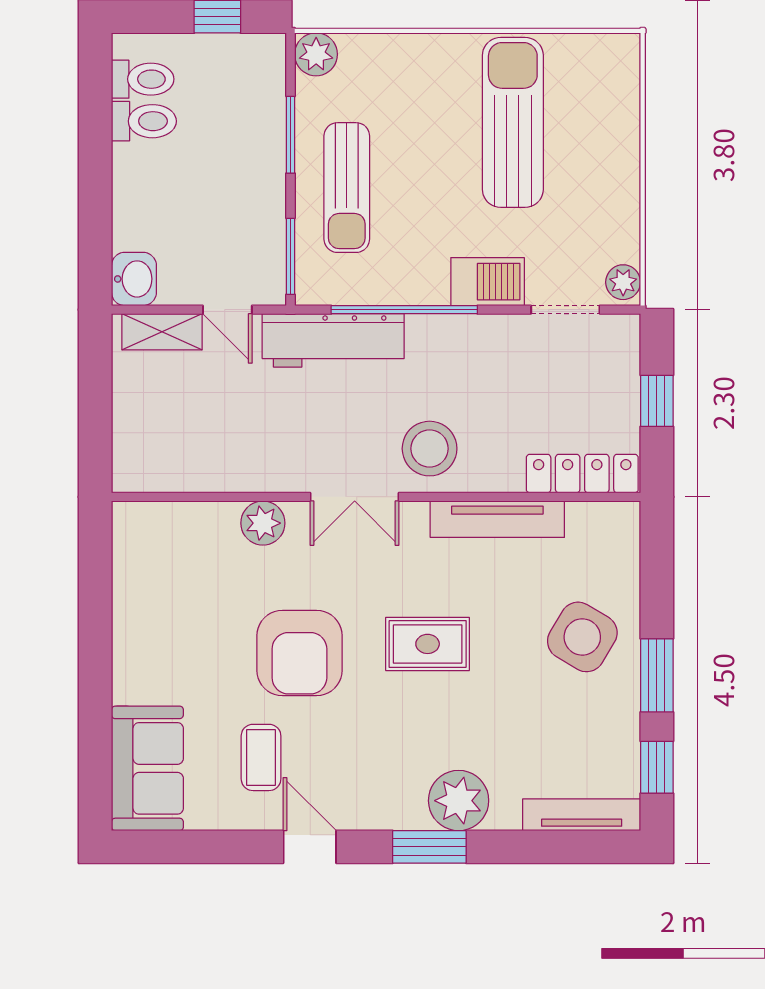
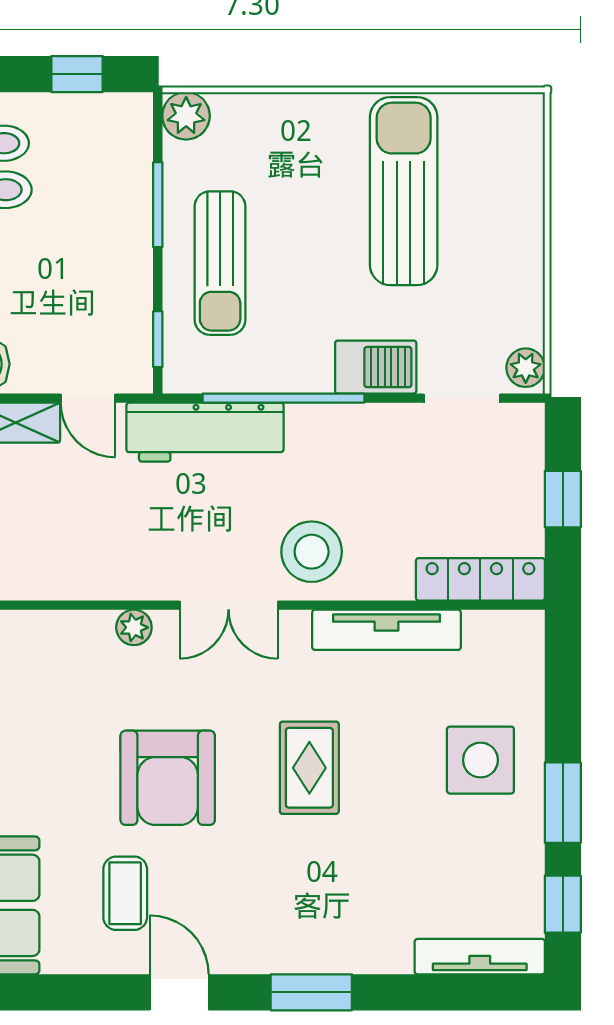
window: (290, 256) -> (158, 339), width x0.67
plant: (263, 523) -> (134, 627), width x0.73, depth x0.73
side table: (582, 637) -> (480, 760), turned -31
rug: (428, 644) -> (309, 768), turned 90
plant: (459, 801) -> (344, 941), removed

